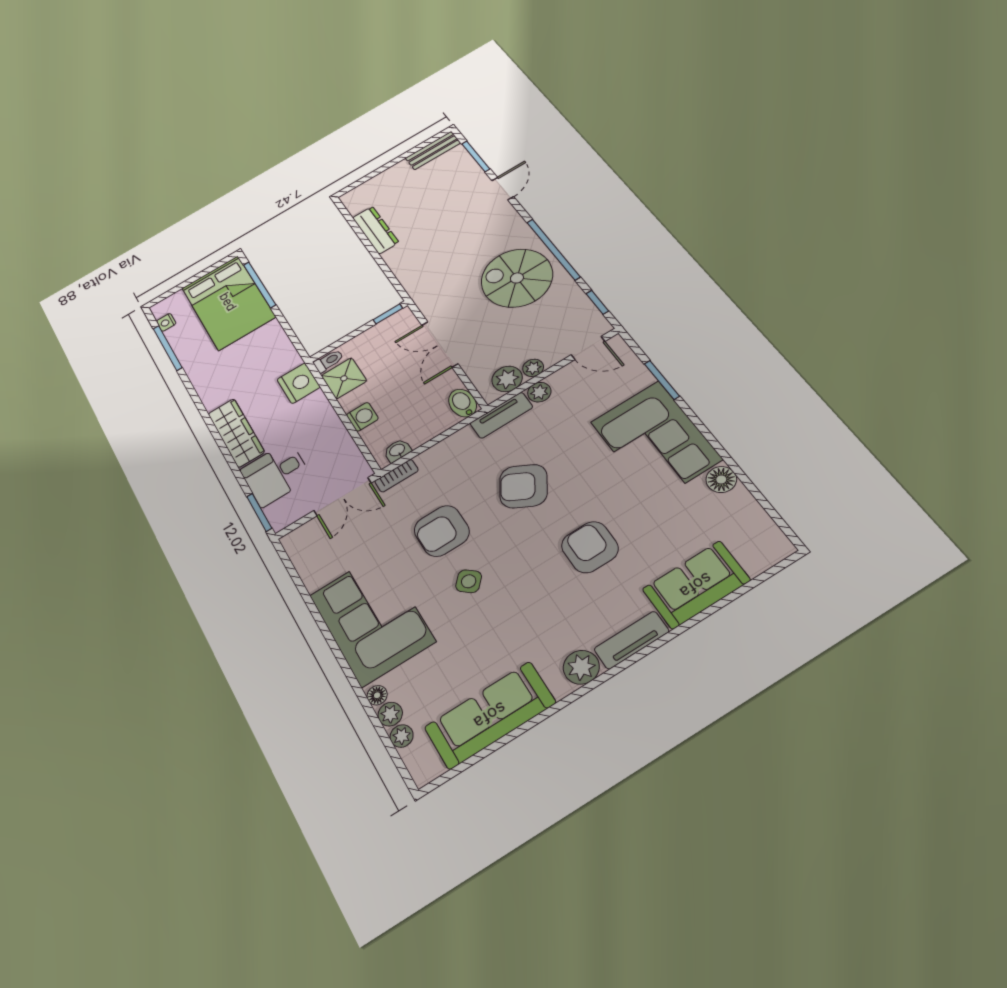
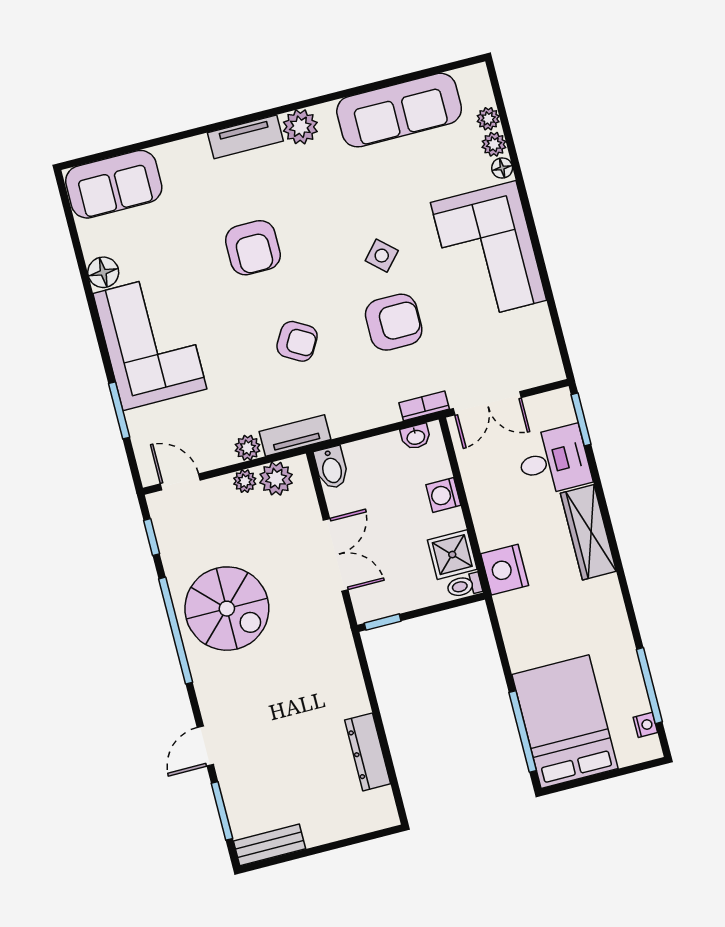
armchair: (523, 486) -> (297, 341), width x0.72, depth x0.72
double door: (342, 497) -> (487, 403), swing flipped
sofa: (696, 585) -> (114, 184), moved

